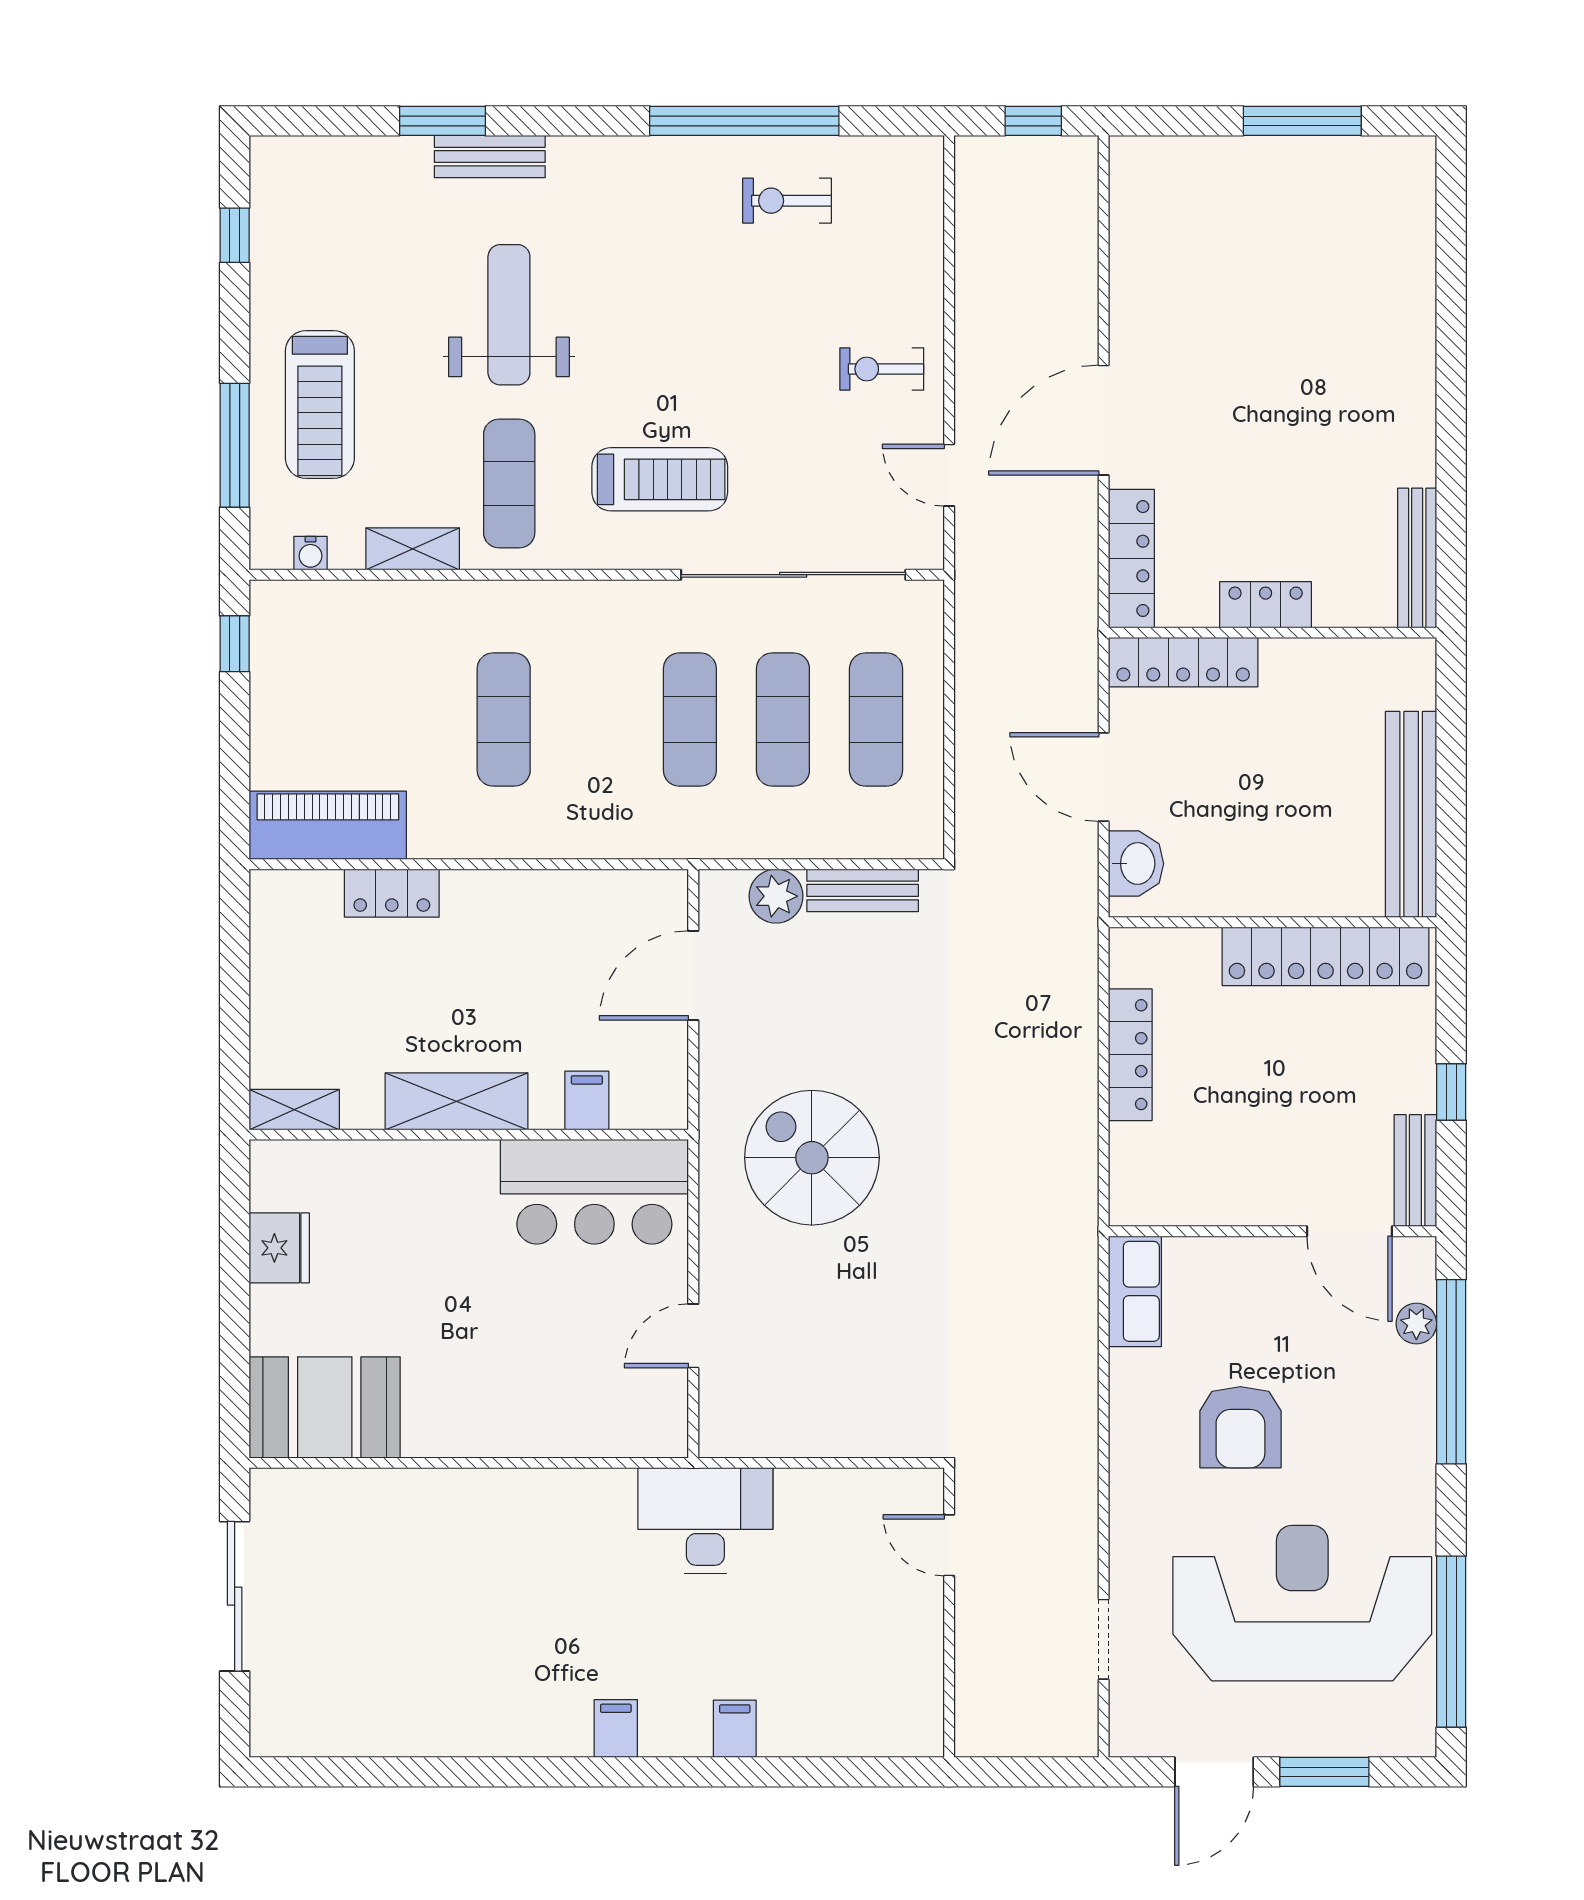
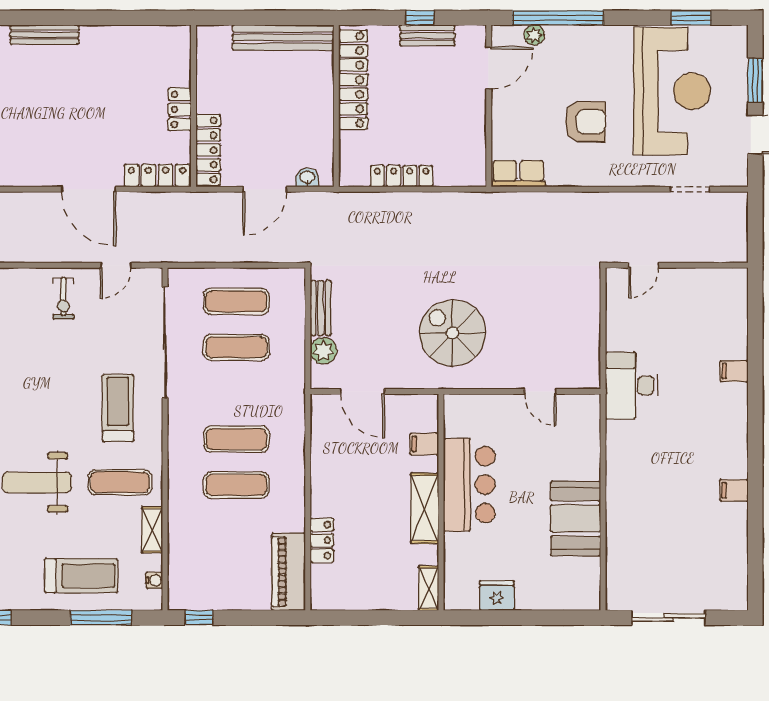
bench: (1417, 558) -> (45, 35), moved
exercise mat: (690, 720) -> (236, 439), moved
washbasin: (1136, 864) -> (307, 177), width x0.72, depth x0.69
spiral stairs: (812, 1158) -> (452, 333), turned 90
bench: (1415, 1171) -> (427, 35), moved
bar counter: (594, 1192) -> (469, 485), moved
booth: (325, 1407) -> (576, 518), moved
reception desk: (1302, 1603) -> (672, 91), turned 180
window: (1451, 1642) -> (691, 18), width x0.47
filing cabinet: (616, 1728) -> (734, 490), moved

